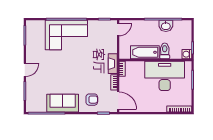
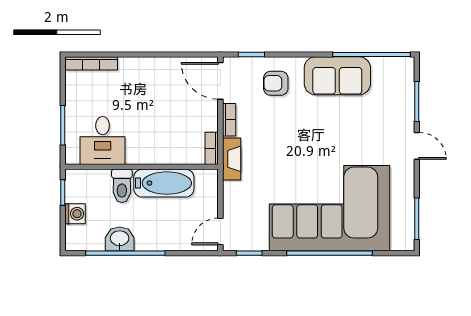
corner sofa: (66, 35) -> (329, 208), width x1.36, depth x1.36
washing machine: (187, 54) -> (75, 214), moved
door: (25, 70) -> (417, 146), swing flipped
desk: (165, 76) -> (103, 141), width x0.53, depth x0.77

